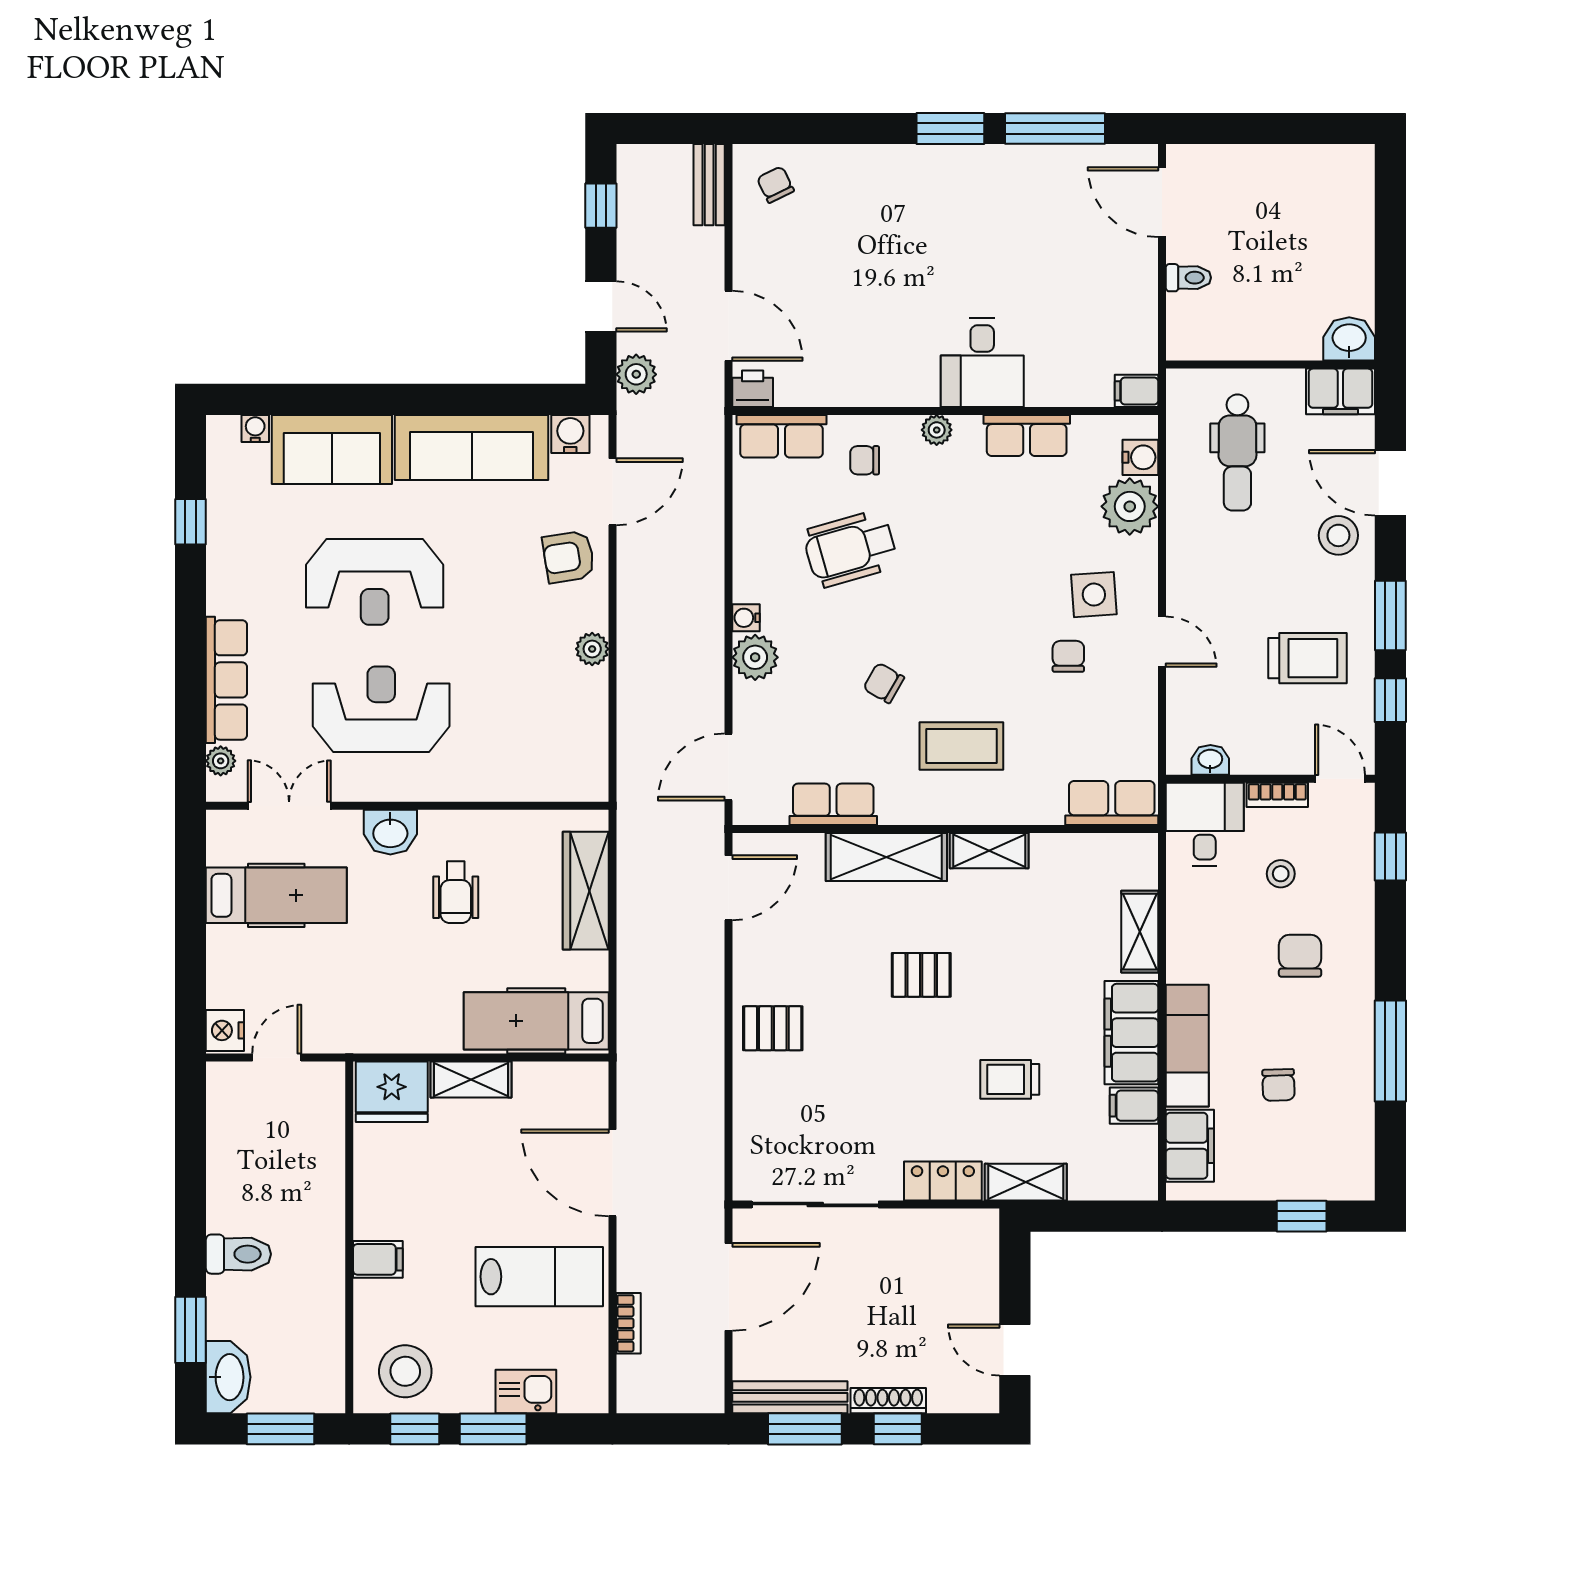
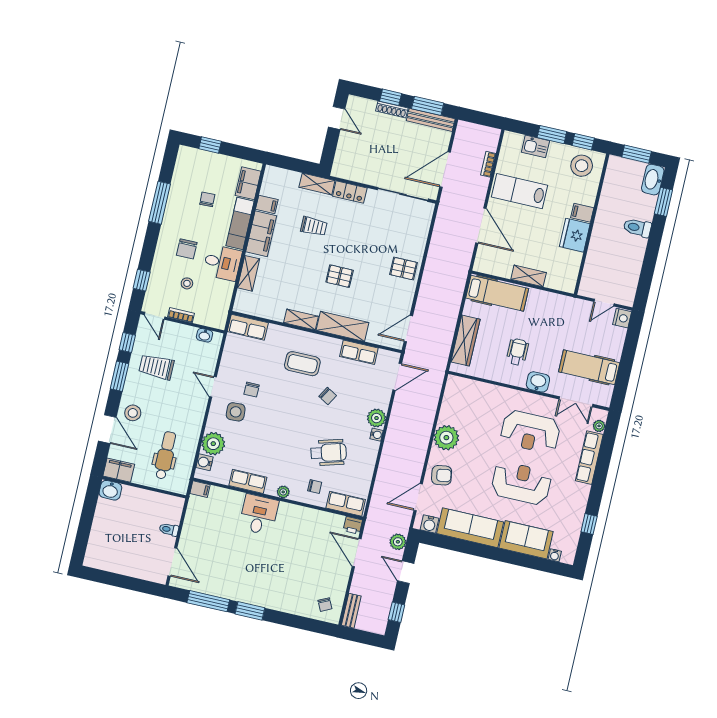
plant: (592, 649) -> (446, 438), width x1.88, depth x1.88
desk: (1205, 824) -> (222, 263), moved, turned -90
fridge: (392, 1092) -> (575, 235), moved, turned -90

